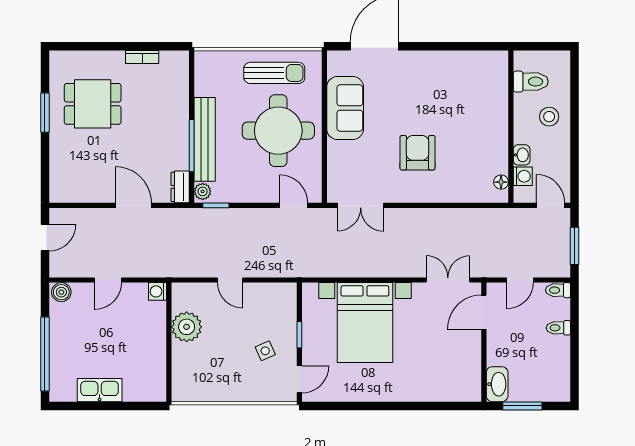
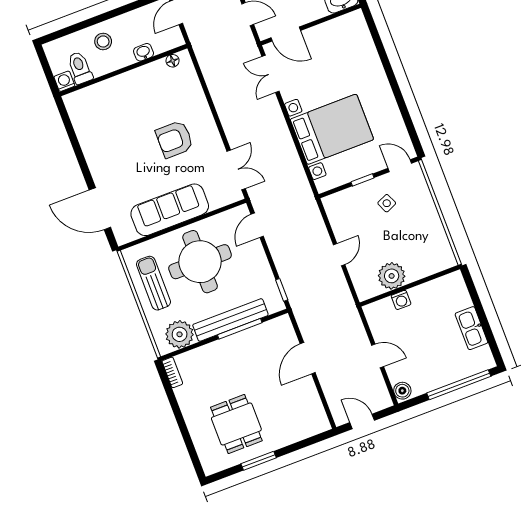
bookcase: (142, 57) -> (172, 372), moved
sofa: (345, 108) -> (170, 210), width x1.36
washing machine: (523, 176) -> (64, 81), moved
dresser: (180, 187) -> (278, 325), removed
plant: (203, 191) -> (180, 334), moved, width x1.88, depth x1.88
washing machine: (157, 291) -> (401, 300), moved

